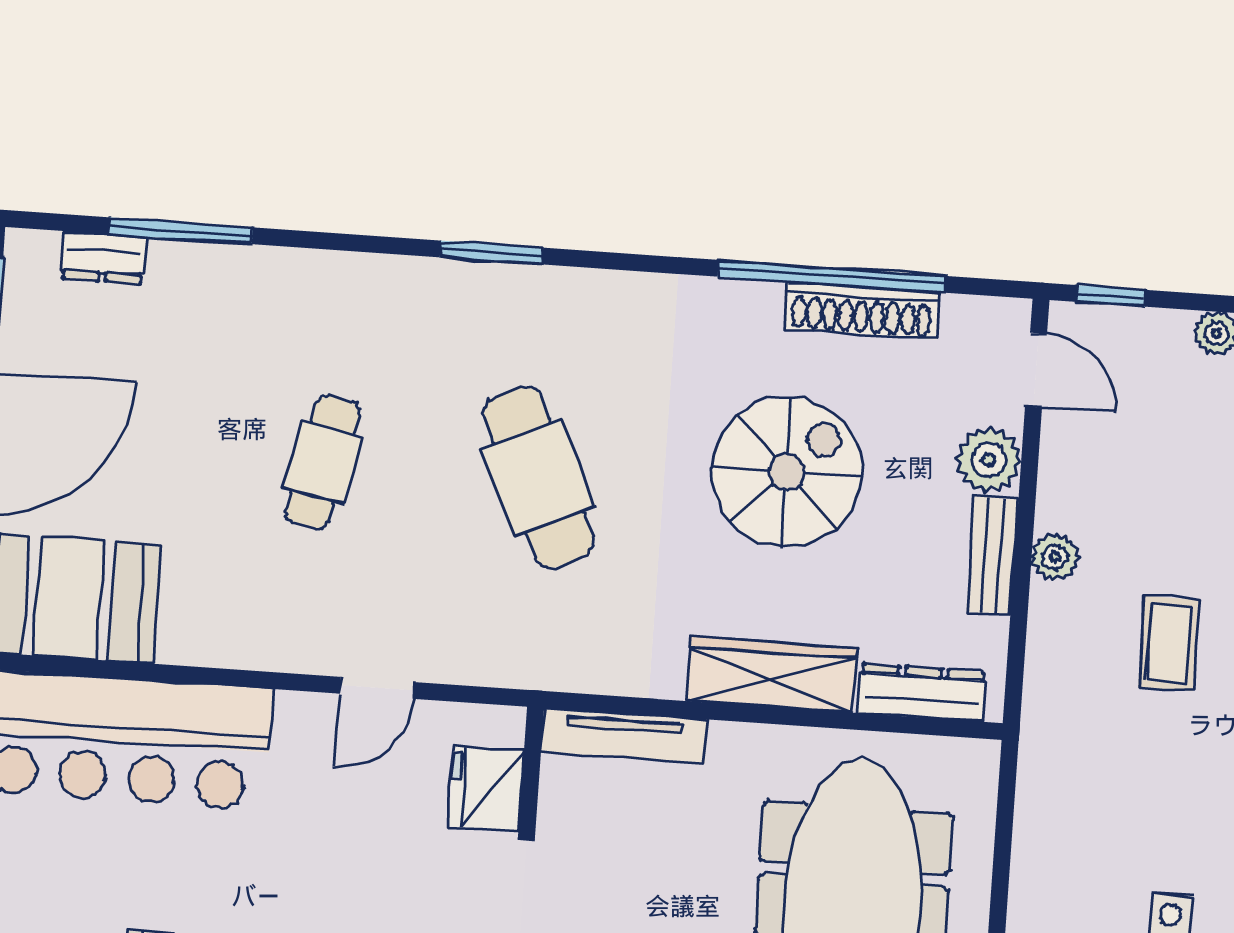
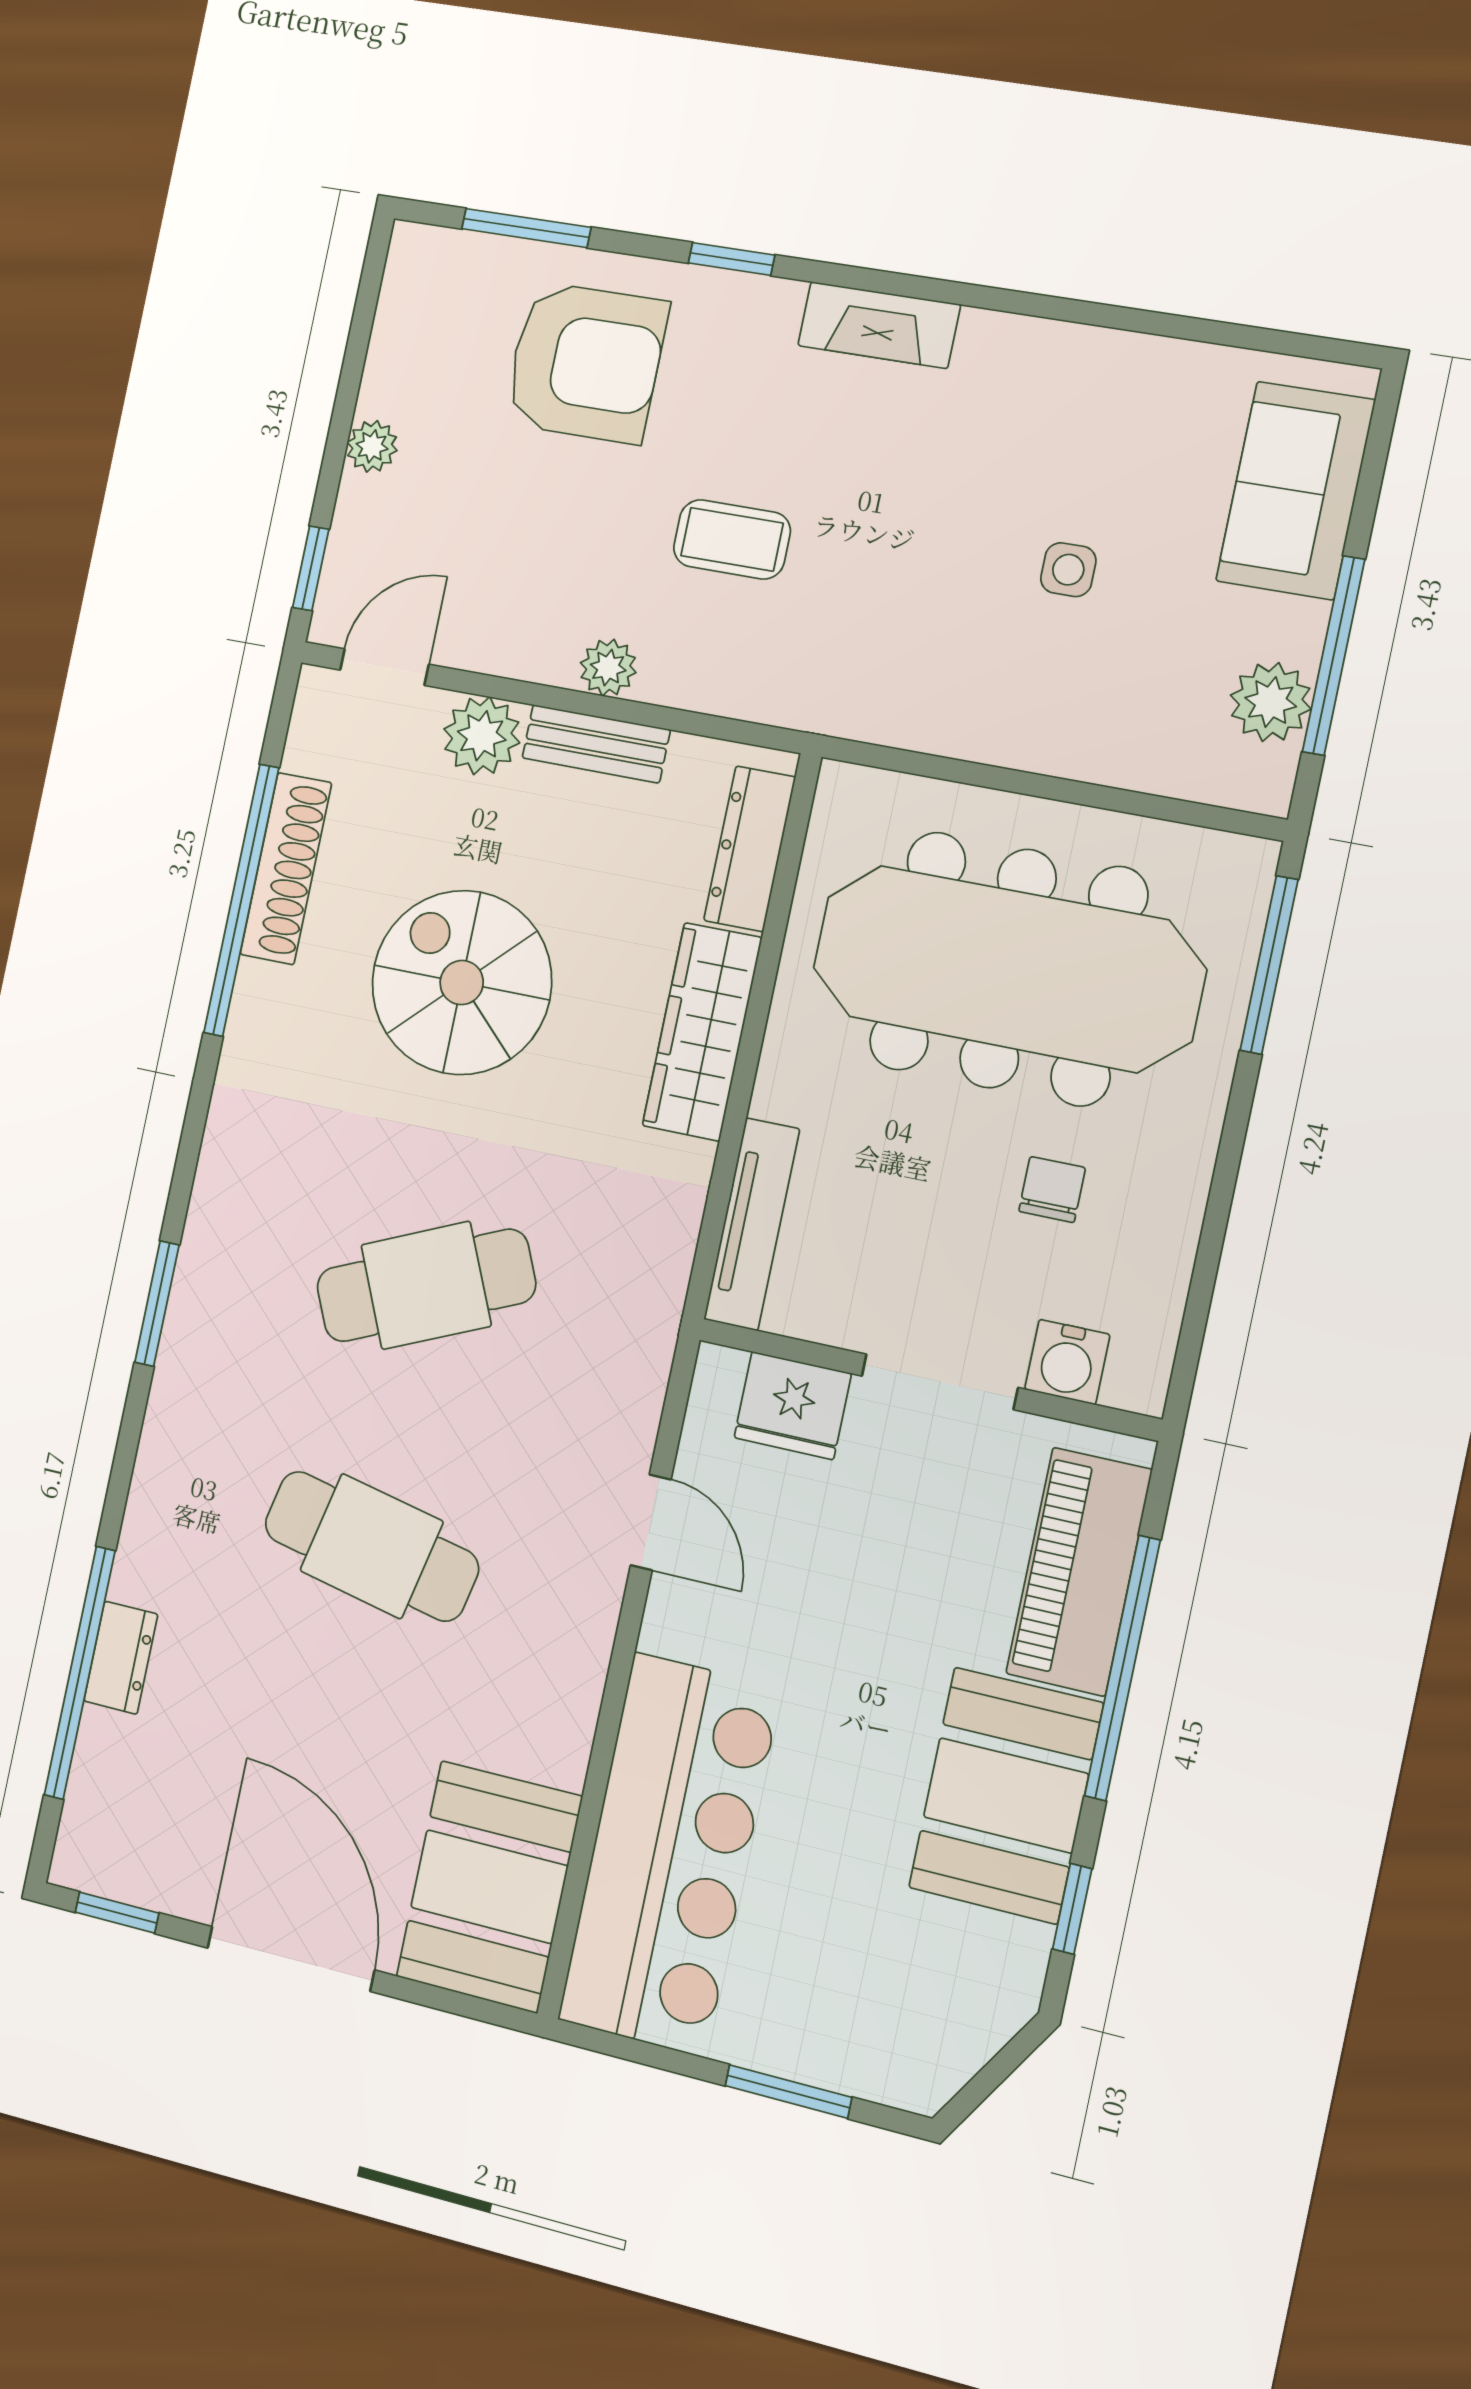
window: (181, 231) -> (80, 1673), width x1.46
dresser: (103, 258) -> (121, 1658), moved
cafe table: (323, 462) -> (371, 1546), width x1.37, depth x1.35

